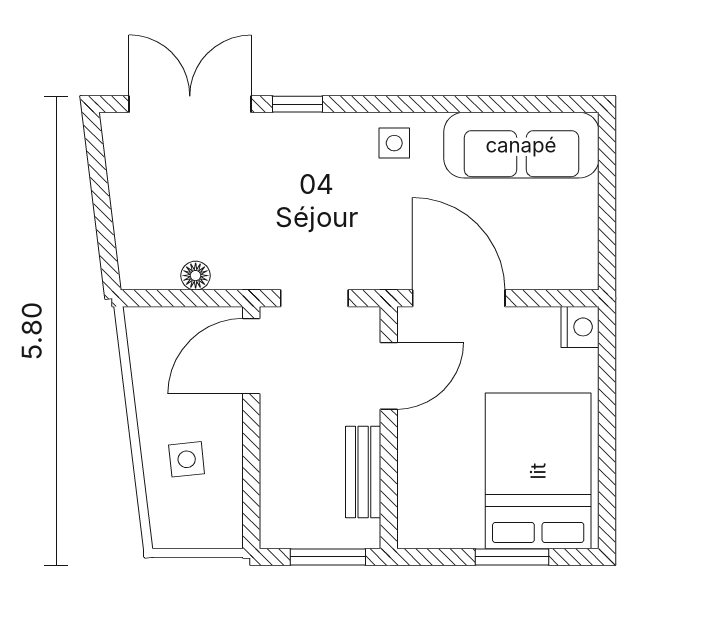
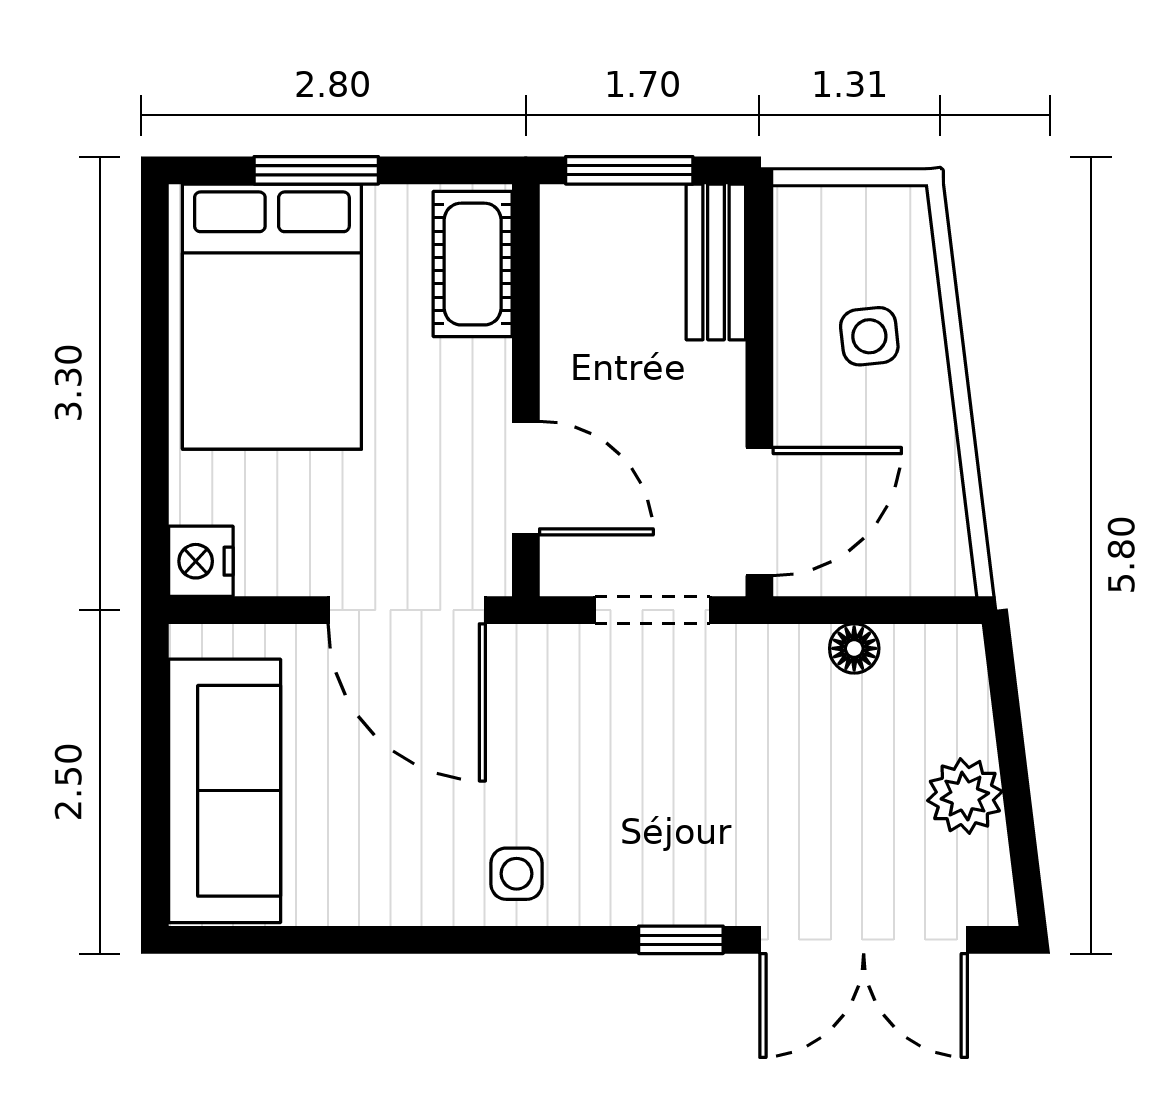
sofa: (521, 145) -> (225, 791), moved, turned 90
plant: (130, 189) -> (965, 796), added
door: (389, 376) -> (526, 478), swing flipped
bench: (363, 472) -> (716, 262), moved
cot: (420, 502) -> (473, 264), added

